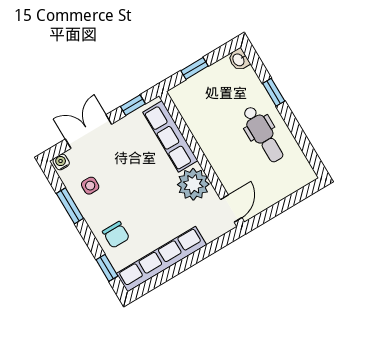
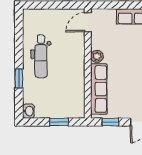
dental chair: (263, 134) -> (41, 56), turned 180
plant: (193, 184) -> (97, 56), width x0.53, depth x0.53

